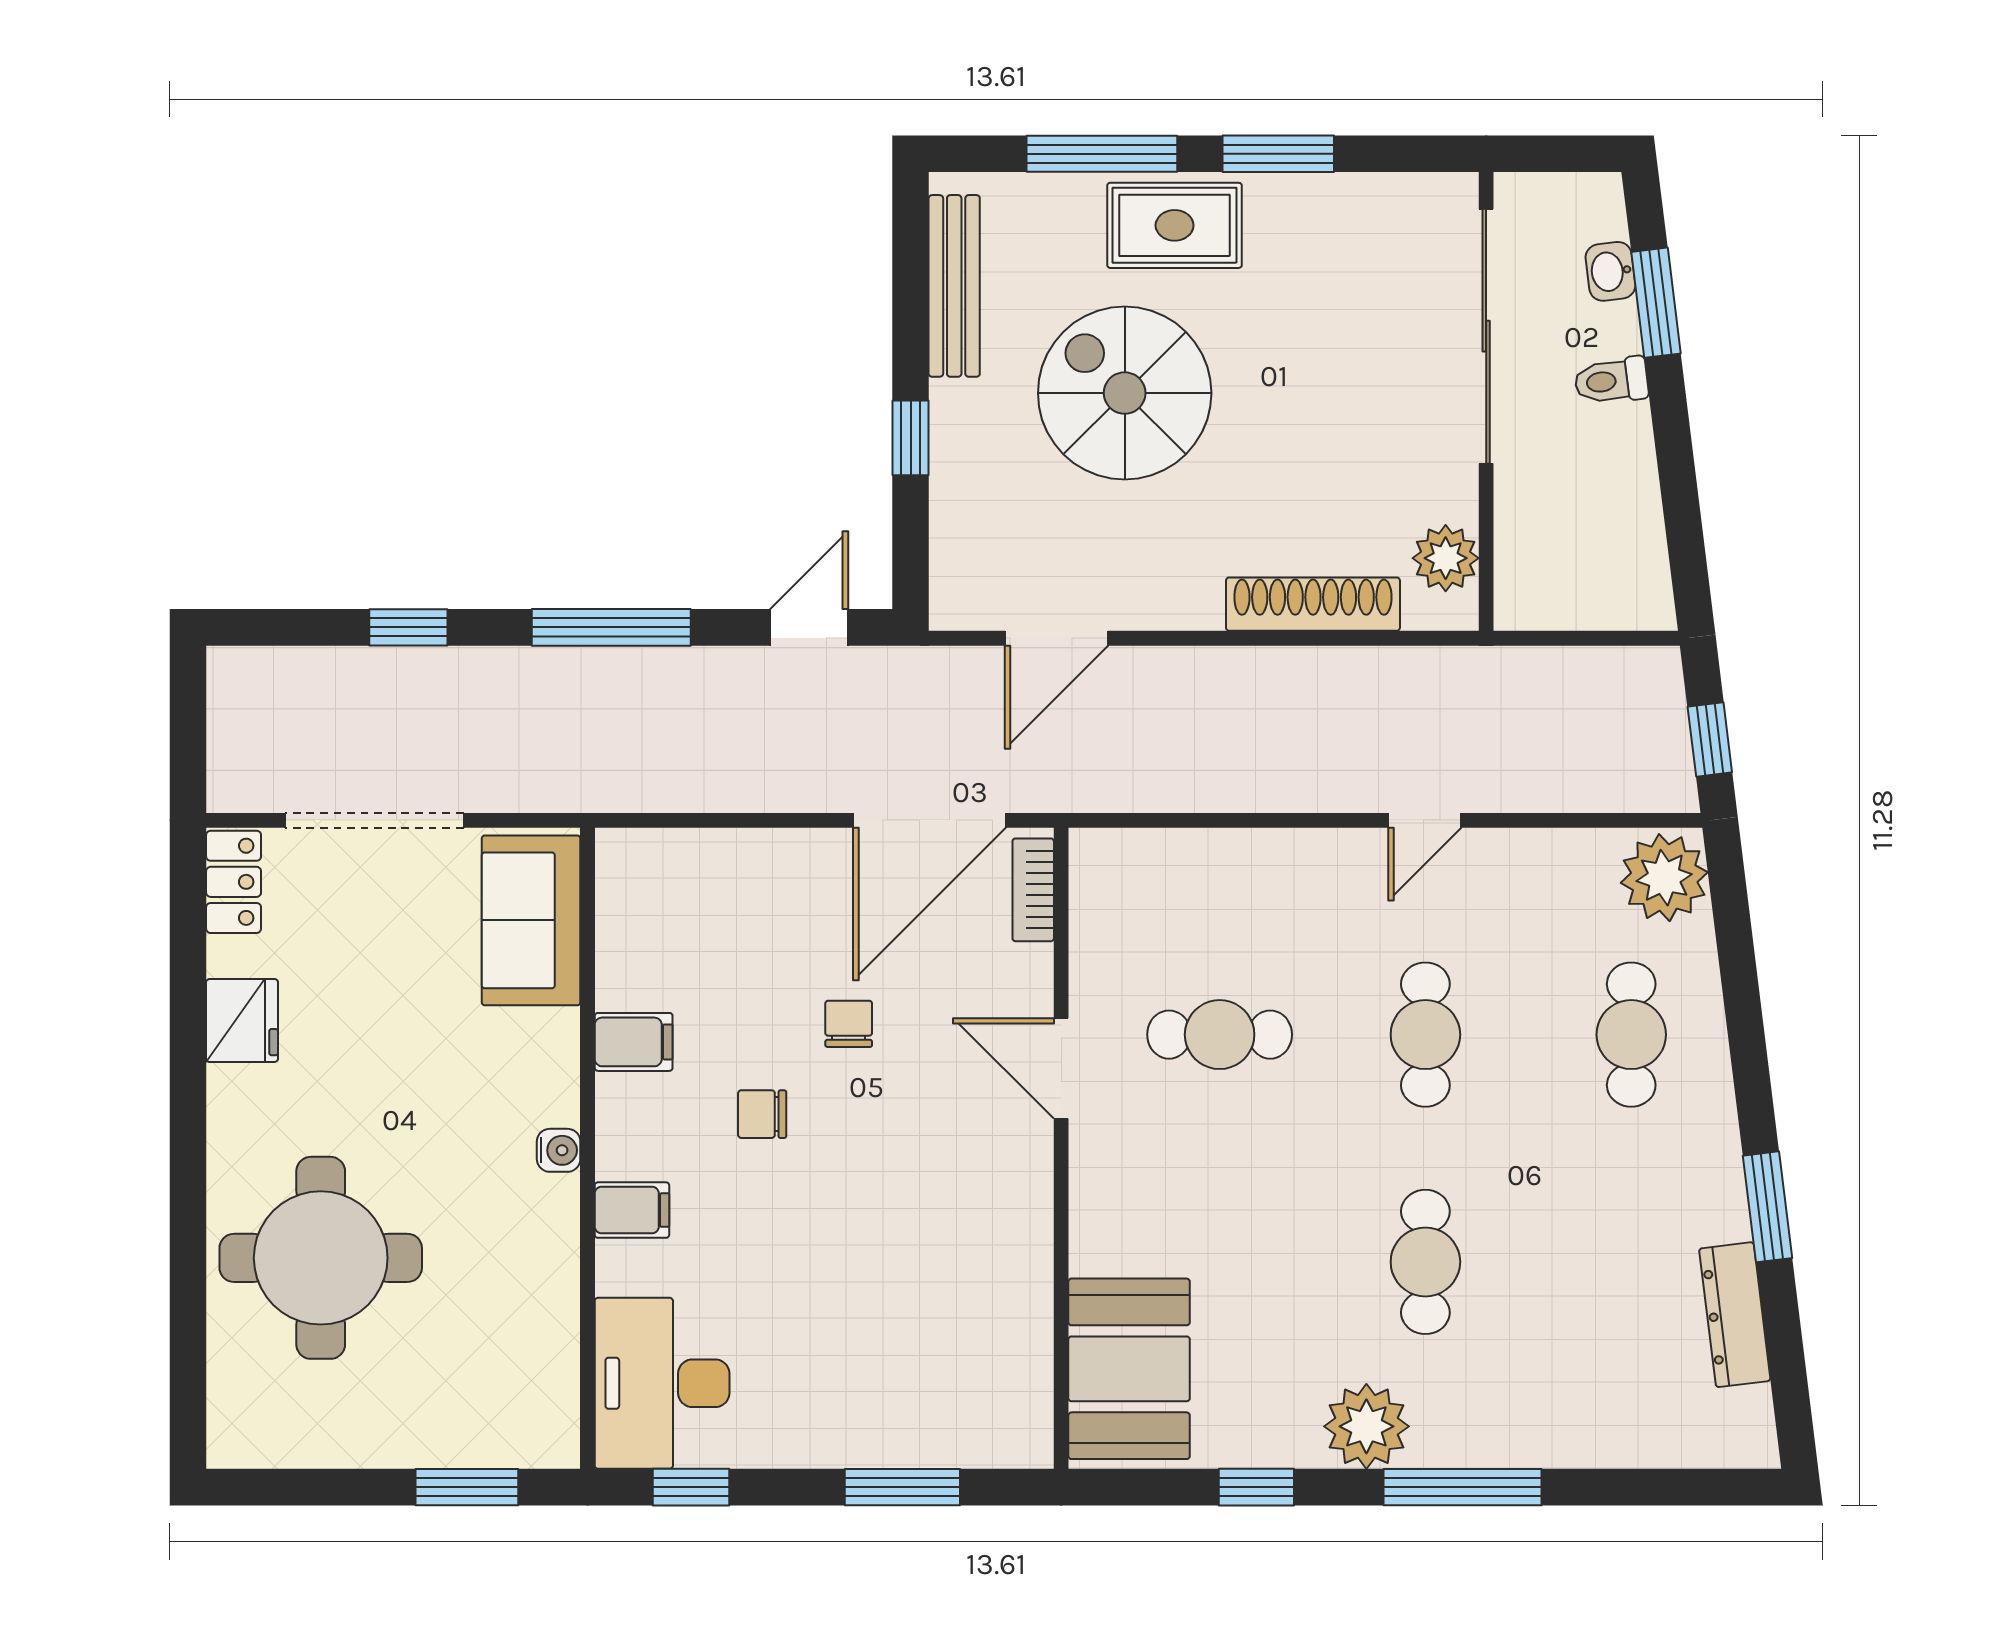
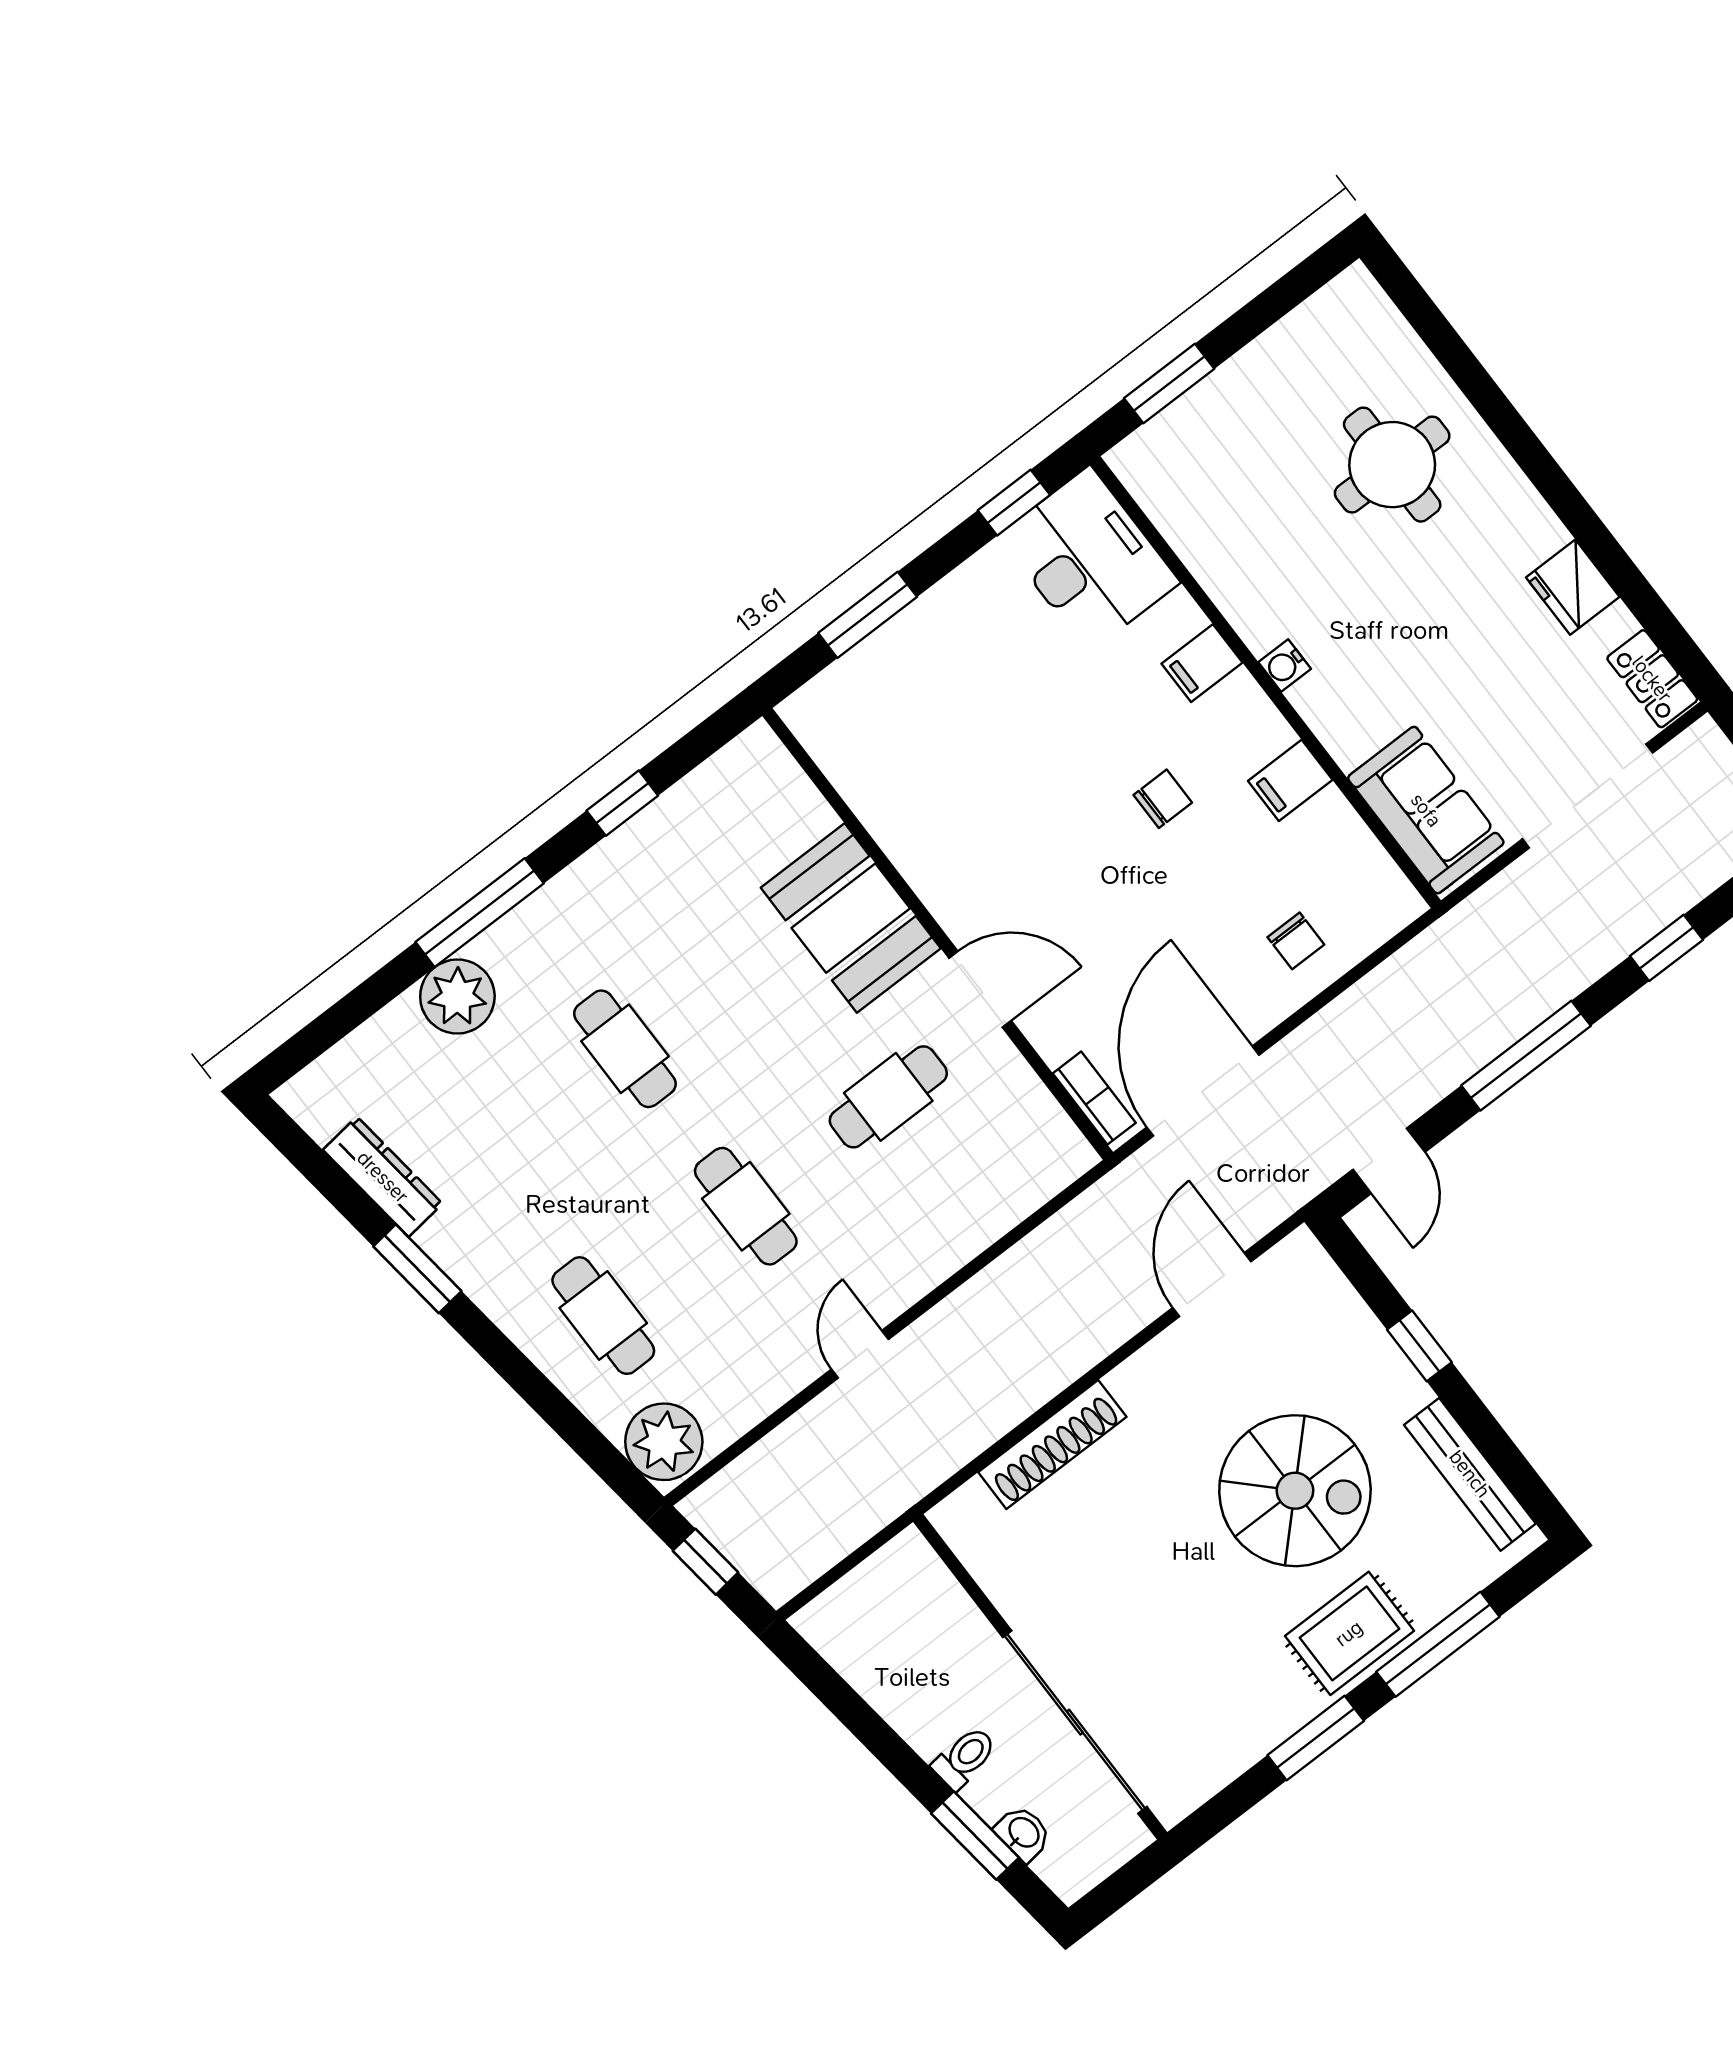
plant: (1446, 558) -> (985, 1547), removed
chair: (849, 1024) -> (1296, 941), moved
round table: (321, 1258) -> (1392, 465), width x0.73, depth x0.73
booth: (1129, 1369) -> (851, 918), moved
plant: (1366, 1426) -> (457, 996), moved

